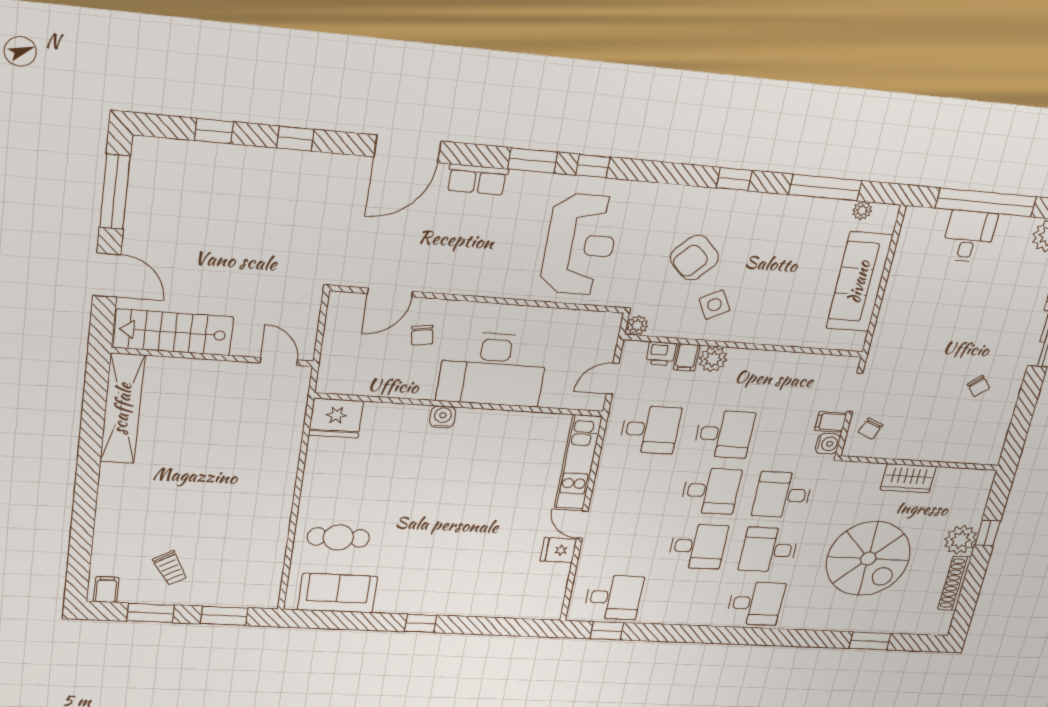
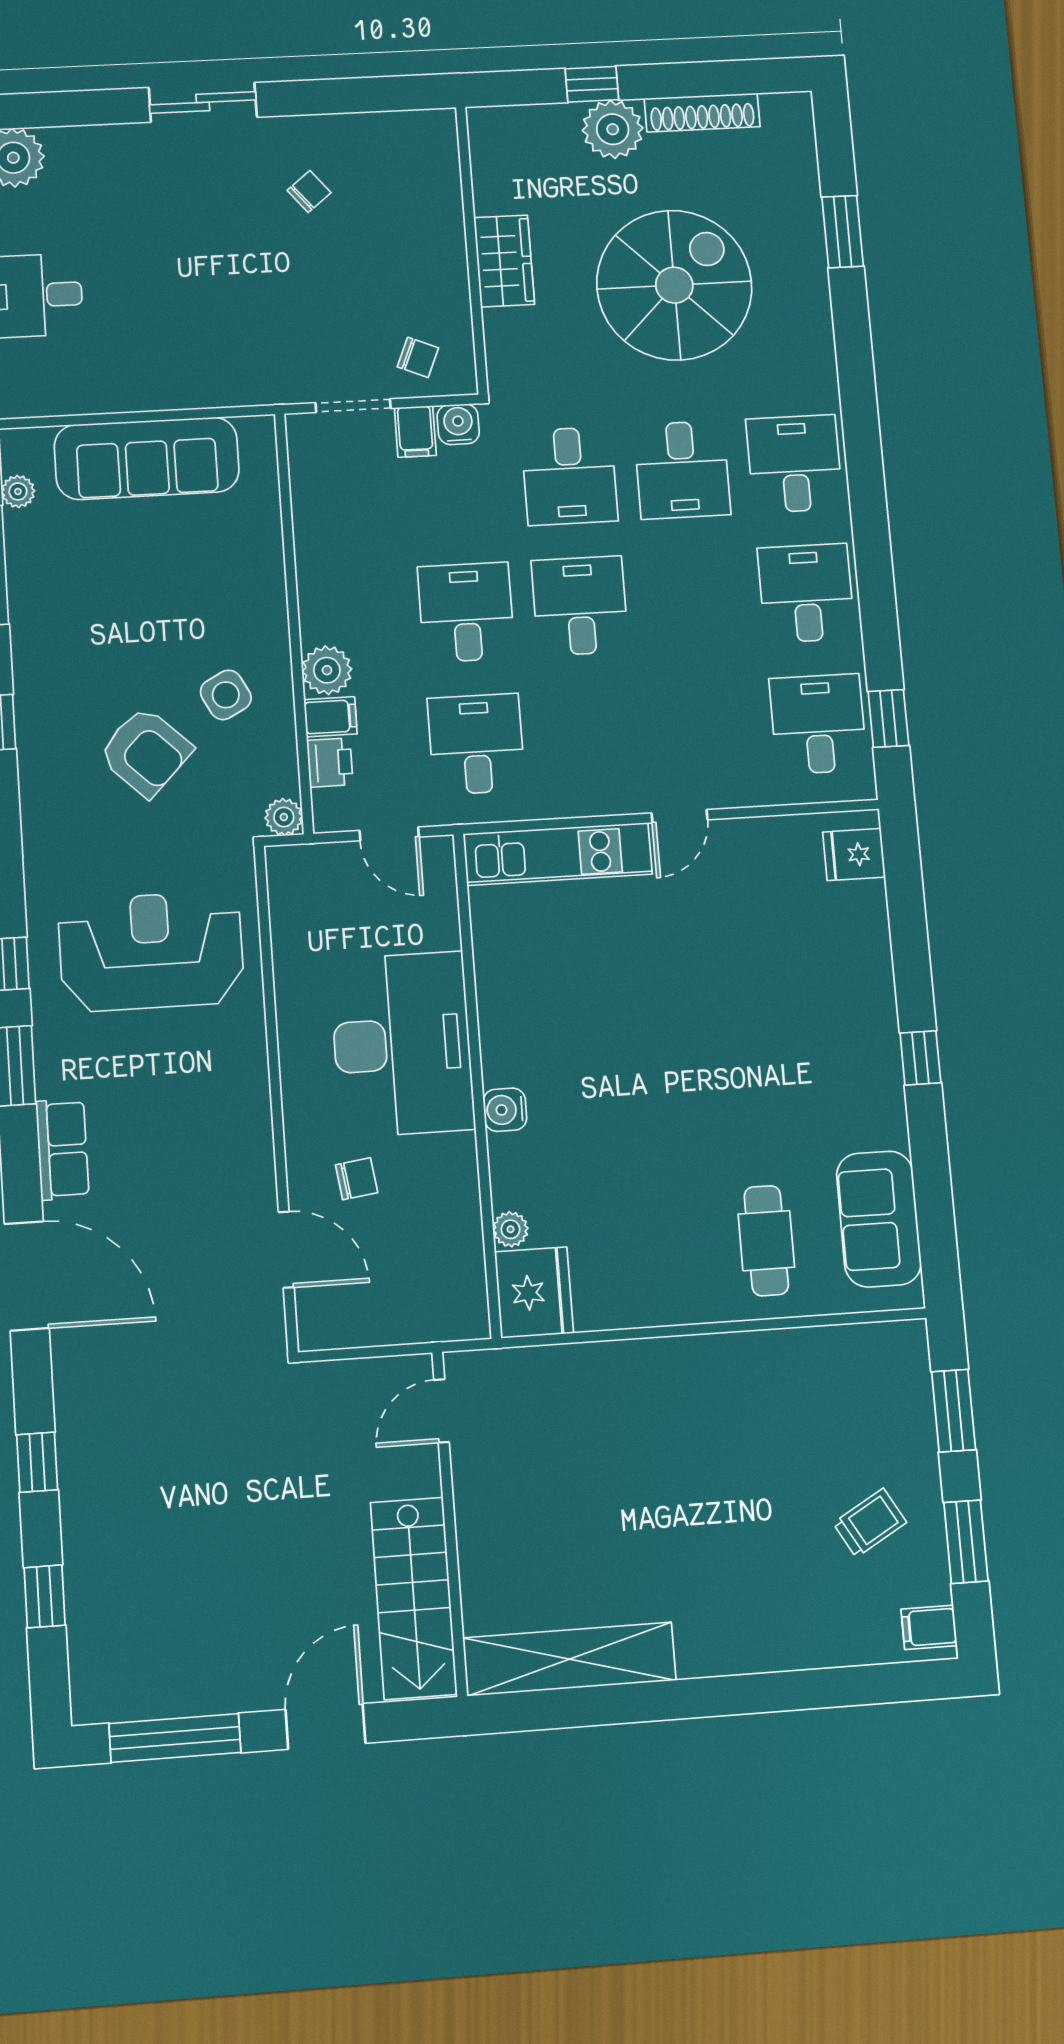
plant: (375, 411) -> (510, 1229), added
desk: (698, 546) -> (806, 593), moved
fridge: (558, 550) -> (854, 855), moved, turned 90

